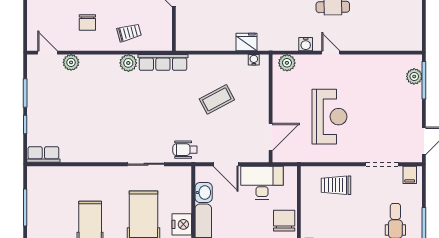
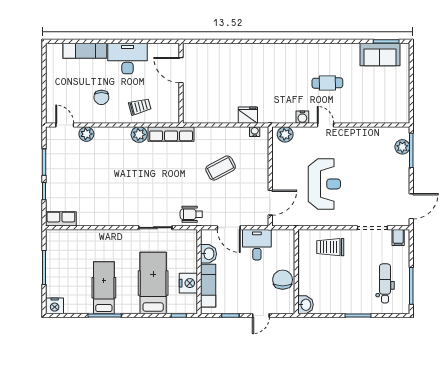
desk: (262, 183) -> (257, 245), width x0.73

